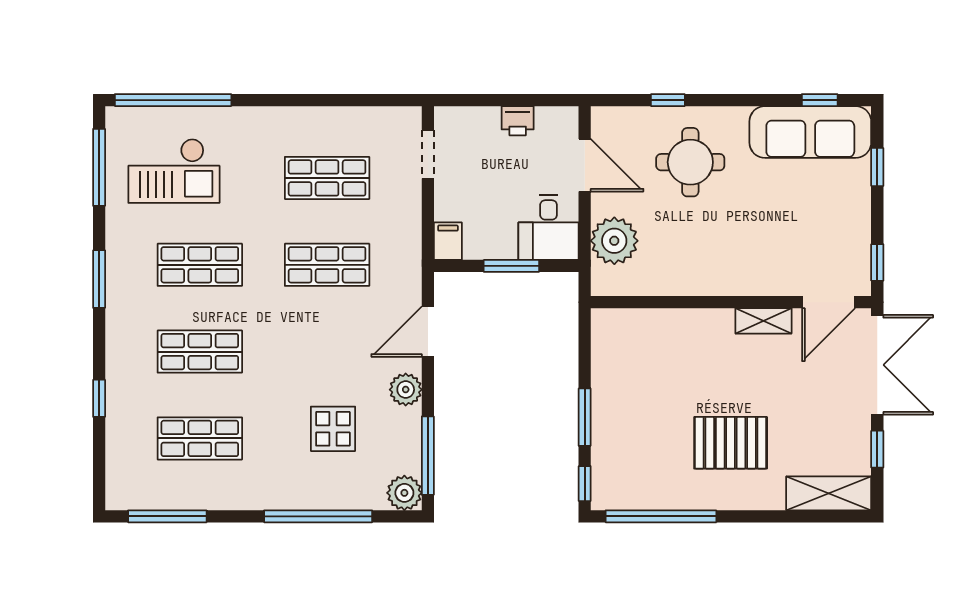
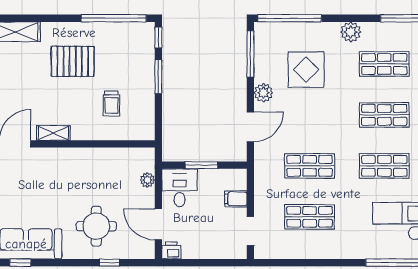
printer: (518, 121) -> (171, 250), moved
filing cabinet: (448, 241) -> (236, 199), moved, turned 90
plant: (614, 241) -> (147, 180), width x0.53, depth x0.53
trolley: (665, 371) -> (111, 104), added
display table: (333, 429) -> (306, 70), width x1.36, depth x1.36
plant: (404, 493) -> (351, 32), moved
window: (318, 516) -> (290, 18), moved

